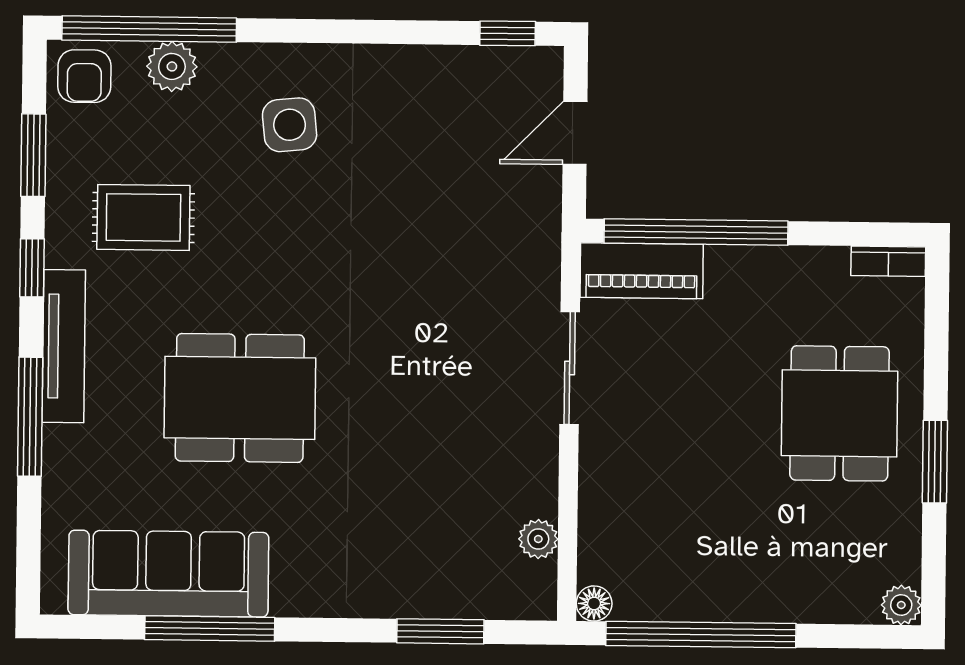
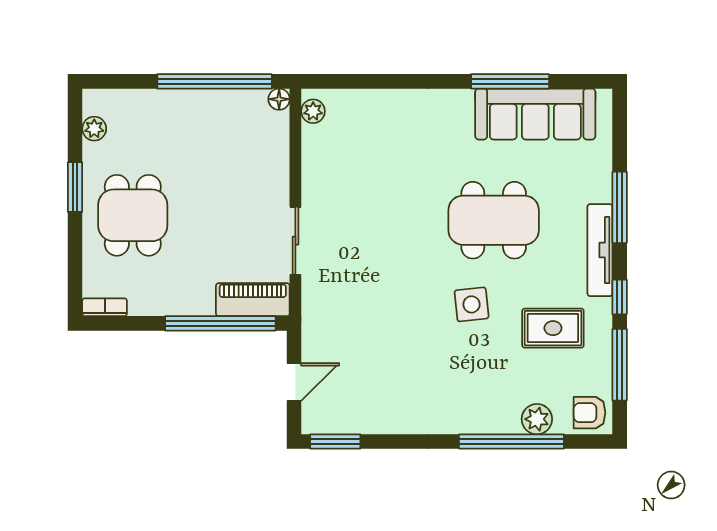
window: (149, 29) -> (511, 441), moved
window: (508, 33) -> (335, 441), width x1.50
armchair: (84, 76) -> (590, 413), turned -90
side table: (290, 125) -> (472, 304), moved
window: (33, 155) -> (620, 365), width x1.44
plant: (538, 539) -> (313, 111), moved
plant: (901, 605) -> (94, 129), moved
window: (440, 631) -> (371, 81), removed

